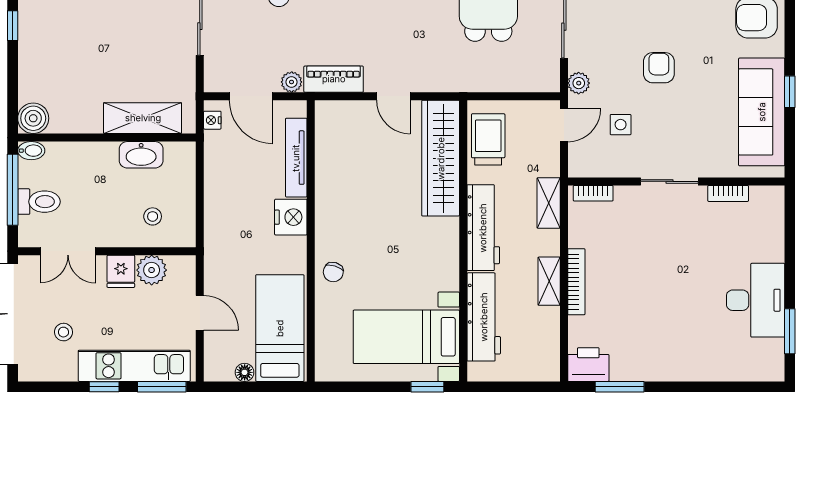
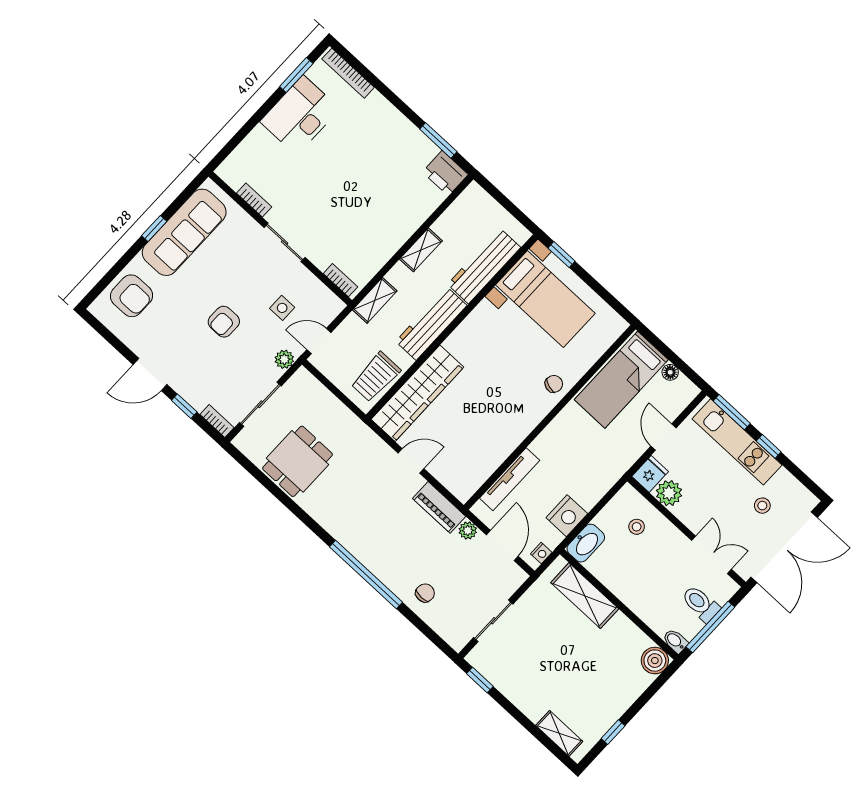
door: (393, 96) -> (411, 461), hinge flipped
washbasin: (141, 155) -> (586, 543), moved, turned 90
nightstand: (291, 217) -> (567, 516), moved, turned 180
fridge: (121, 271) -> (650, 474), moved
bookcase: (576, 282) -> (348, 73), moved, turned -90

